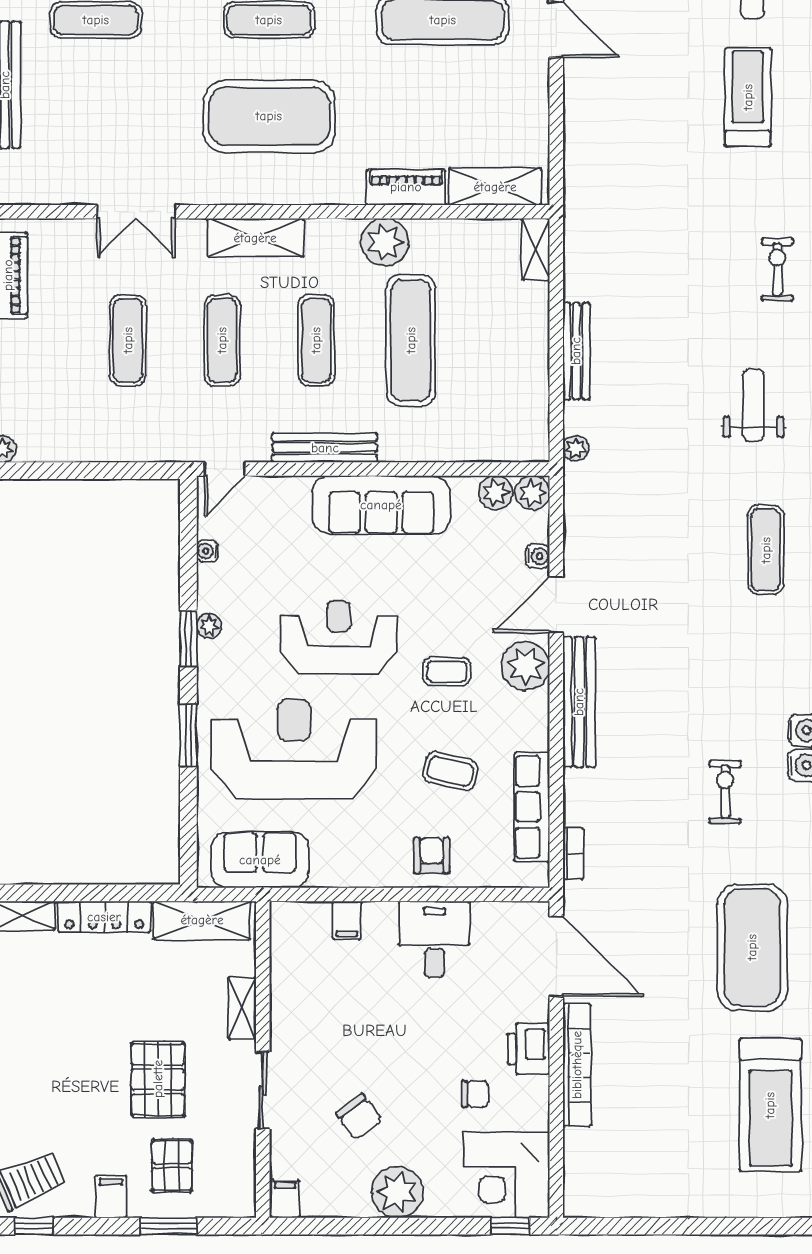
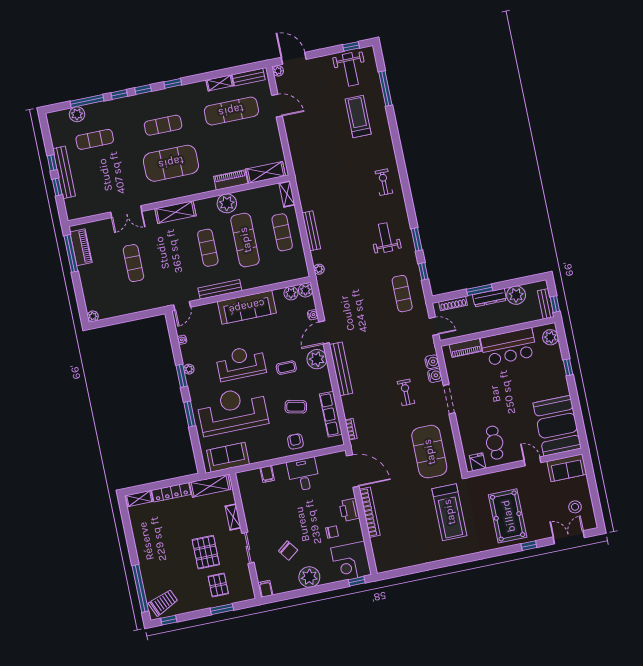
exercise mat: (222, 340) -> (282, 232), moved
filing cabinet: (111, 1197) -> (197, 602), removed

